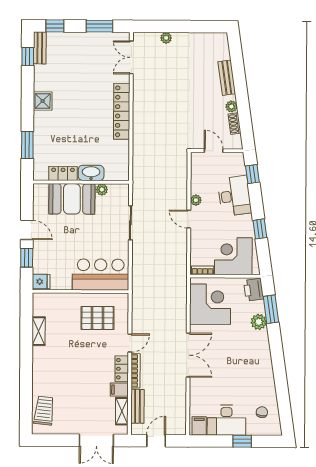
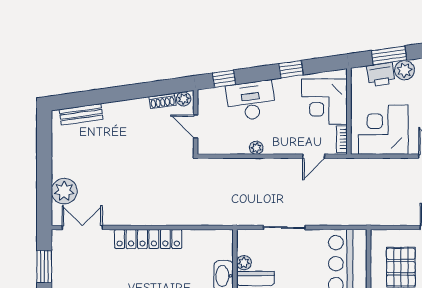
plant: (166, 38) -> (64, 191), width x1.88, depth x1.88
double door: (131, 57) -> (82, 227), swing flipped
bench: (227, 78) -> (81, 114), moved
plant: (231, 106) -> (184, 99), moved
door: (214, 151) -> (196, 126), hinge flipped
door: (189, 219) -> (314, 156), moved
printer: (254, 290) -> (381, 75), moved

